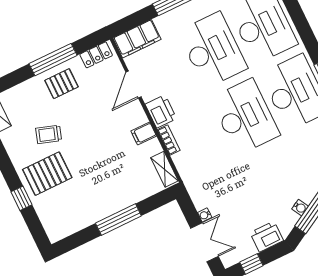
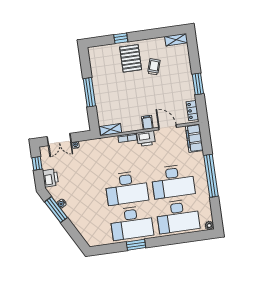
window: (53, 60) -> (198, 84), width x0.69
pallet: (61, 84) -> (182, 84), removed
filing cabinet: (144, 133) -> (147, 122), moved

